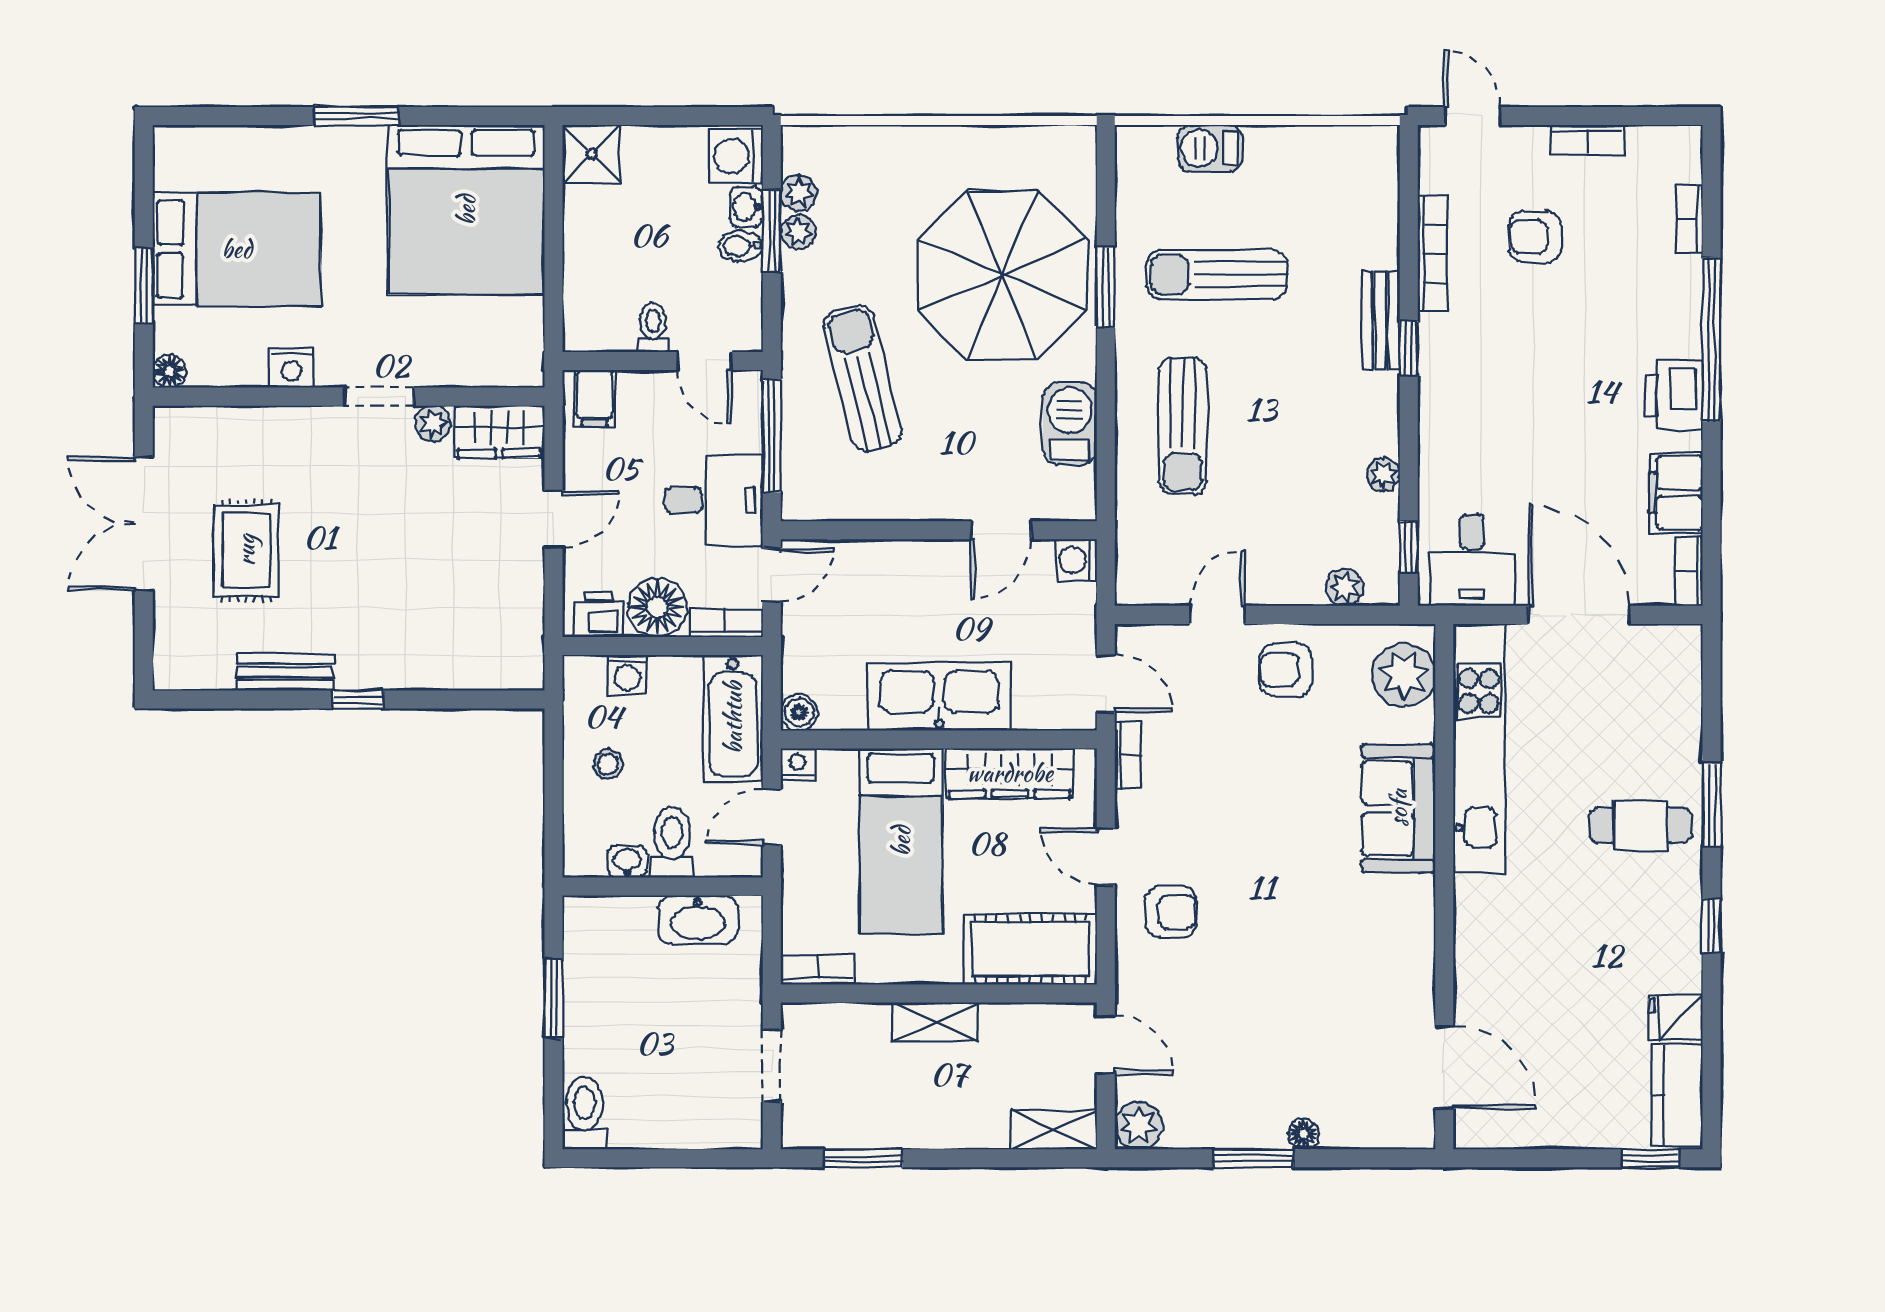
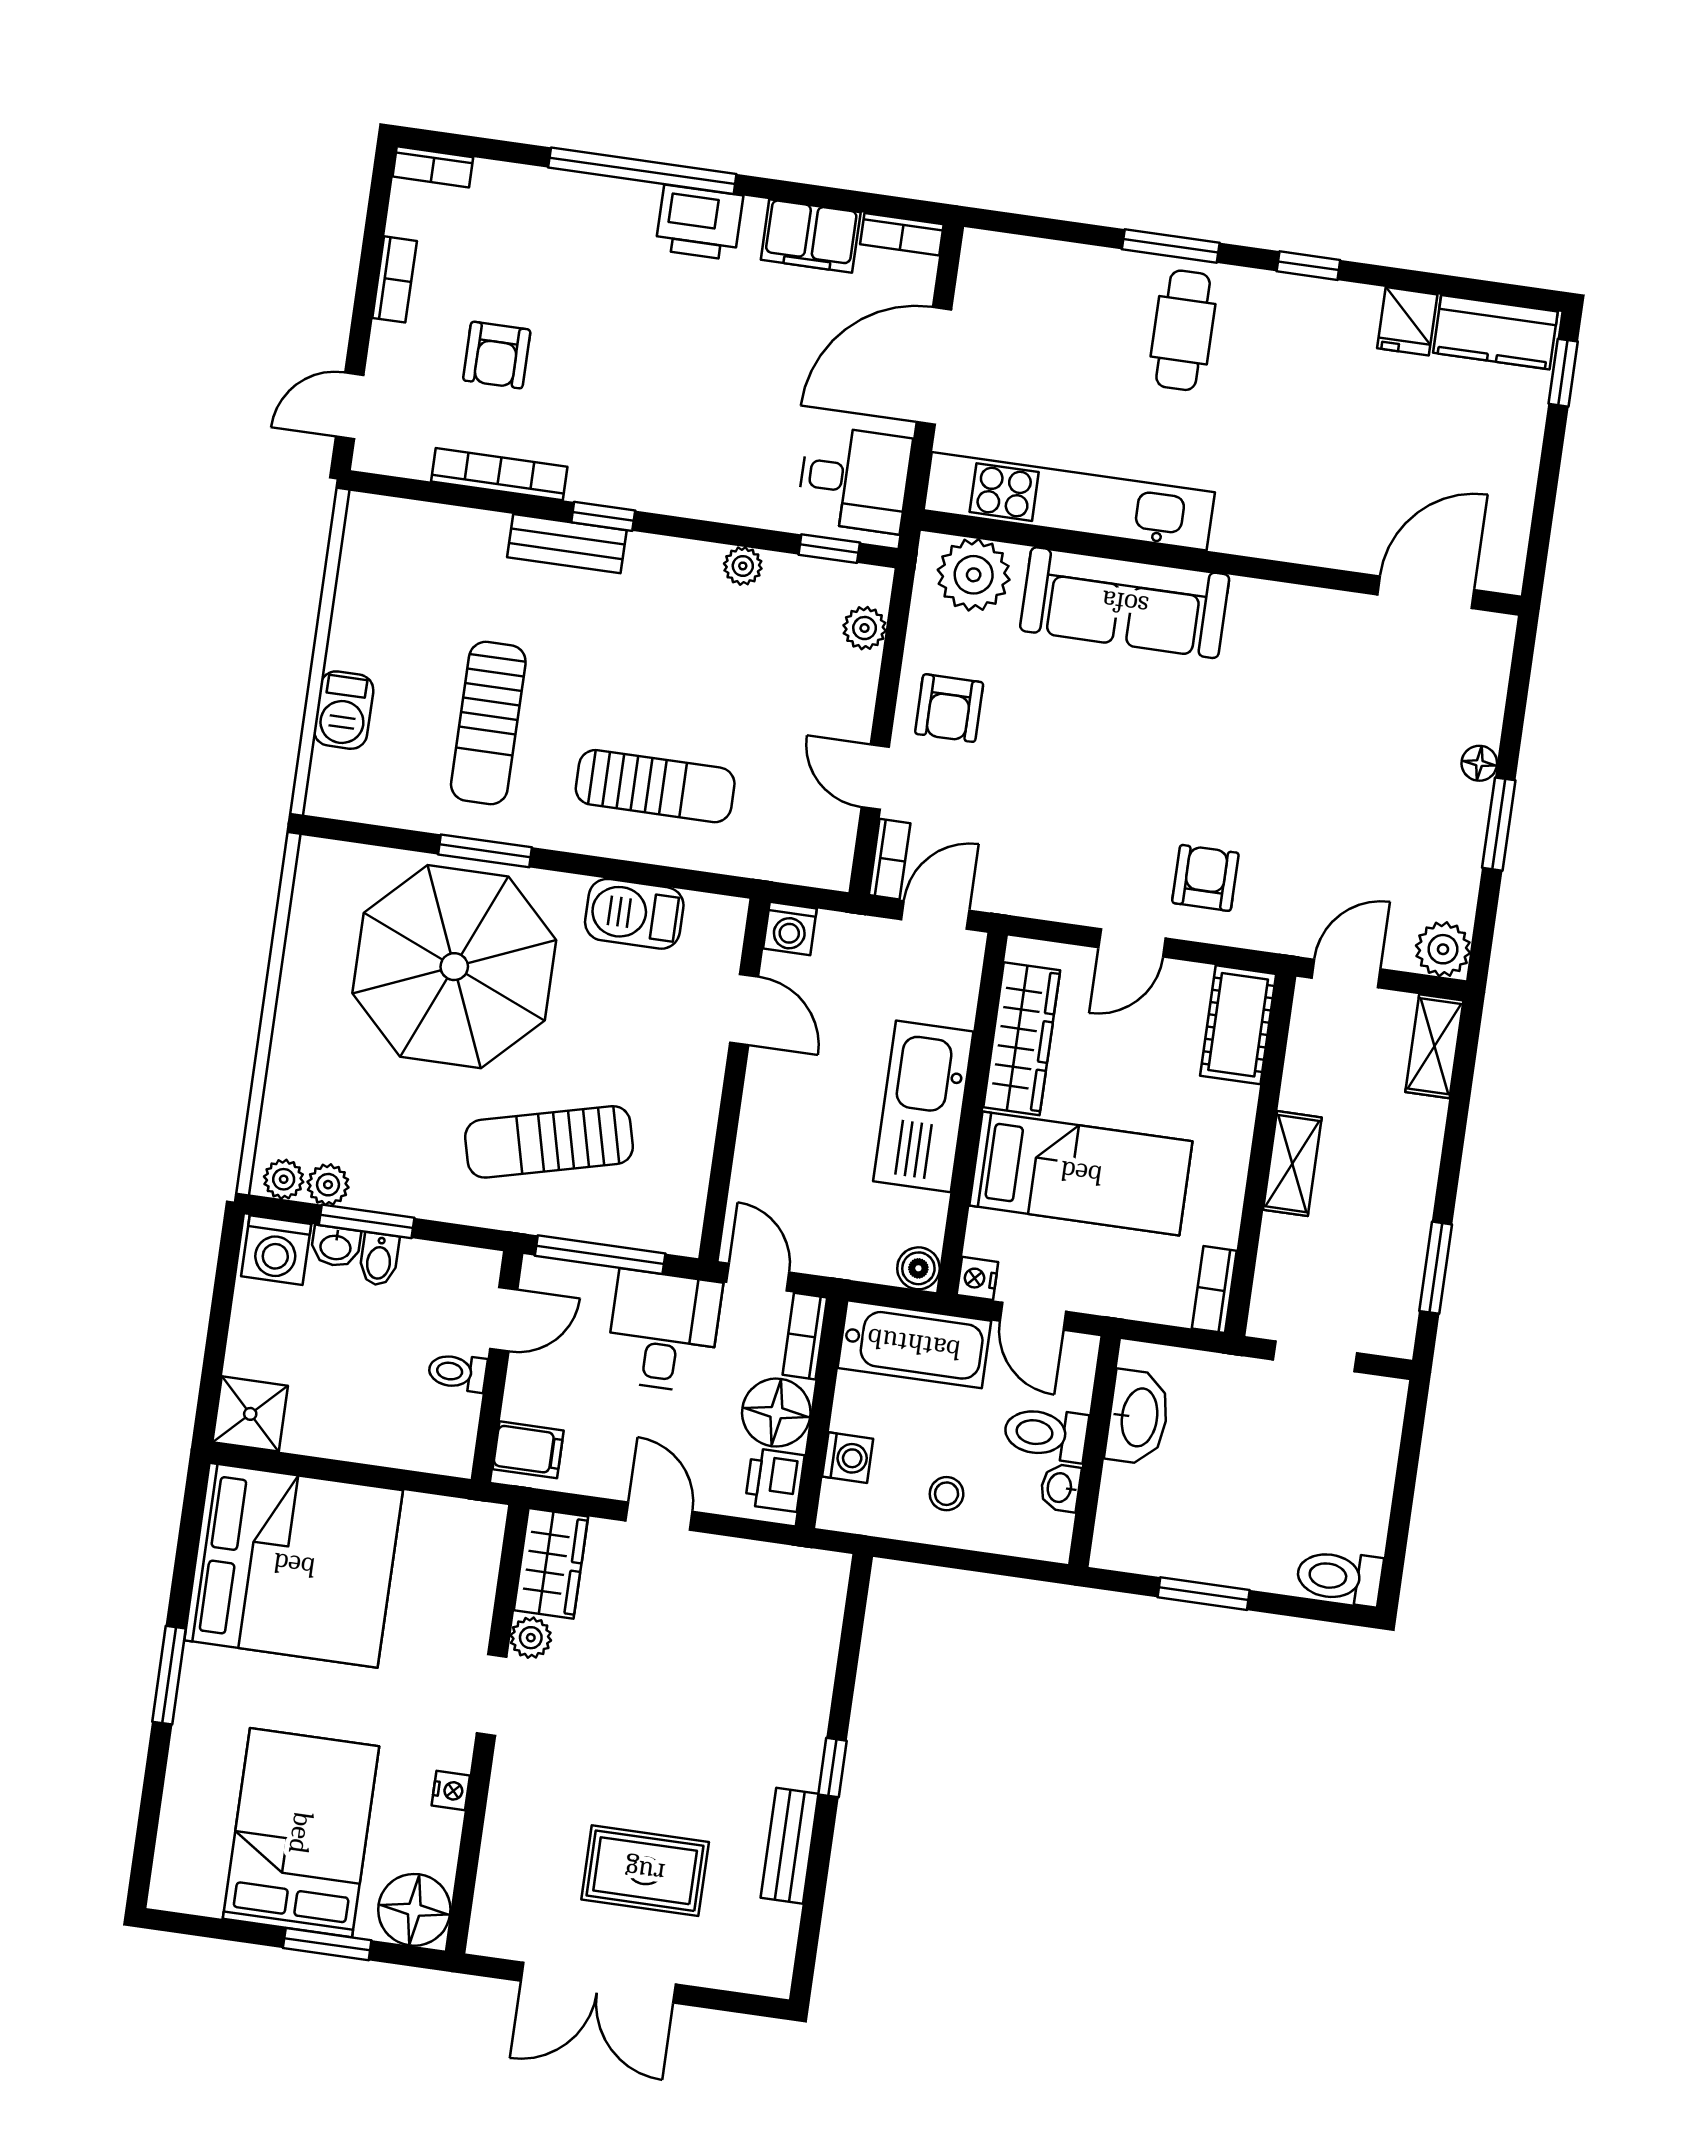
bookcase: (1689, 219) -> (433, 167), moved
plant: (798, 232) -> (284, 1179), moved
nightstand: (291, 368) -> (451, 1790), width x0.72, depth x0.74
floor lamp: (169, 371) -> (414, 1910), width x1.89, depth x1.89
bookcase: (1128, 755) -> (890, 859), moved, turned 90
sofa: (1398, 808) -> (1125, 603), width x1.36
cot: (1030, 949) -> (1238, 1025), width x0.73, depth x0.75

